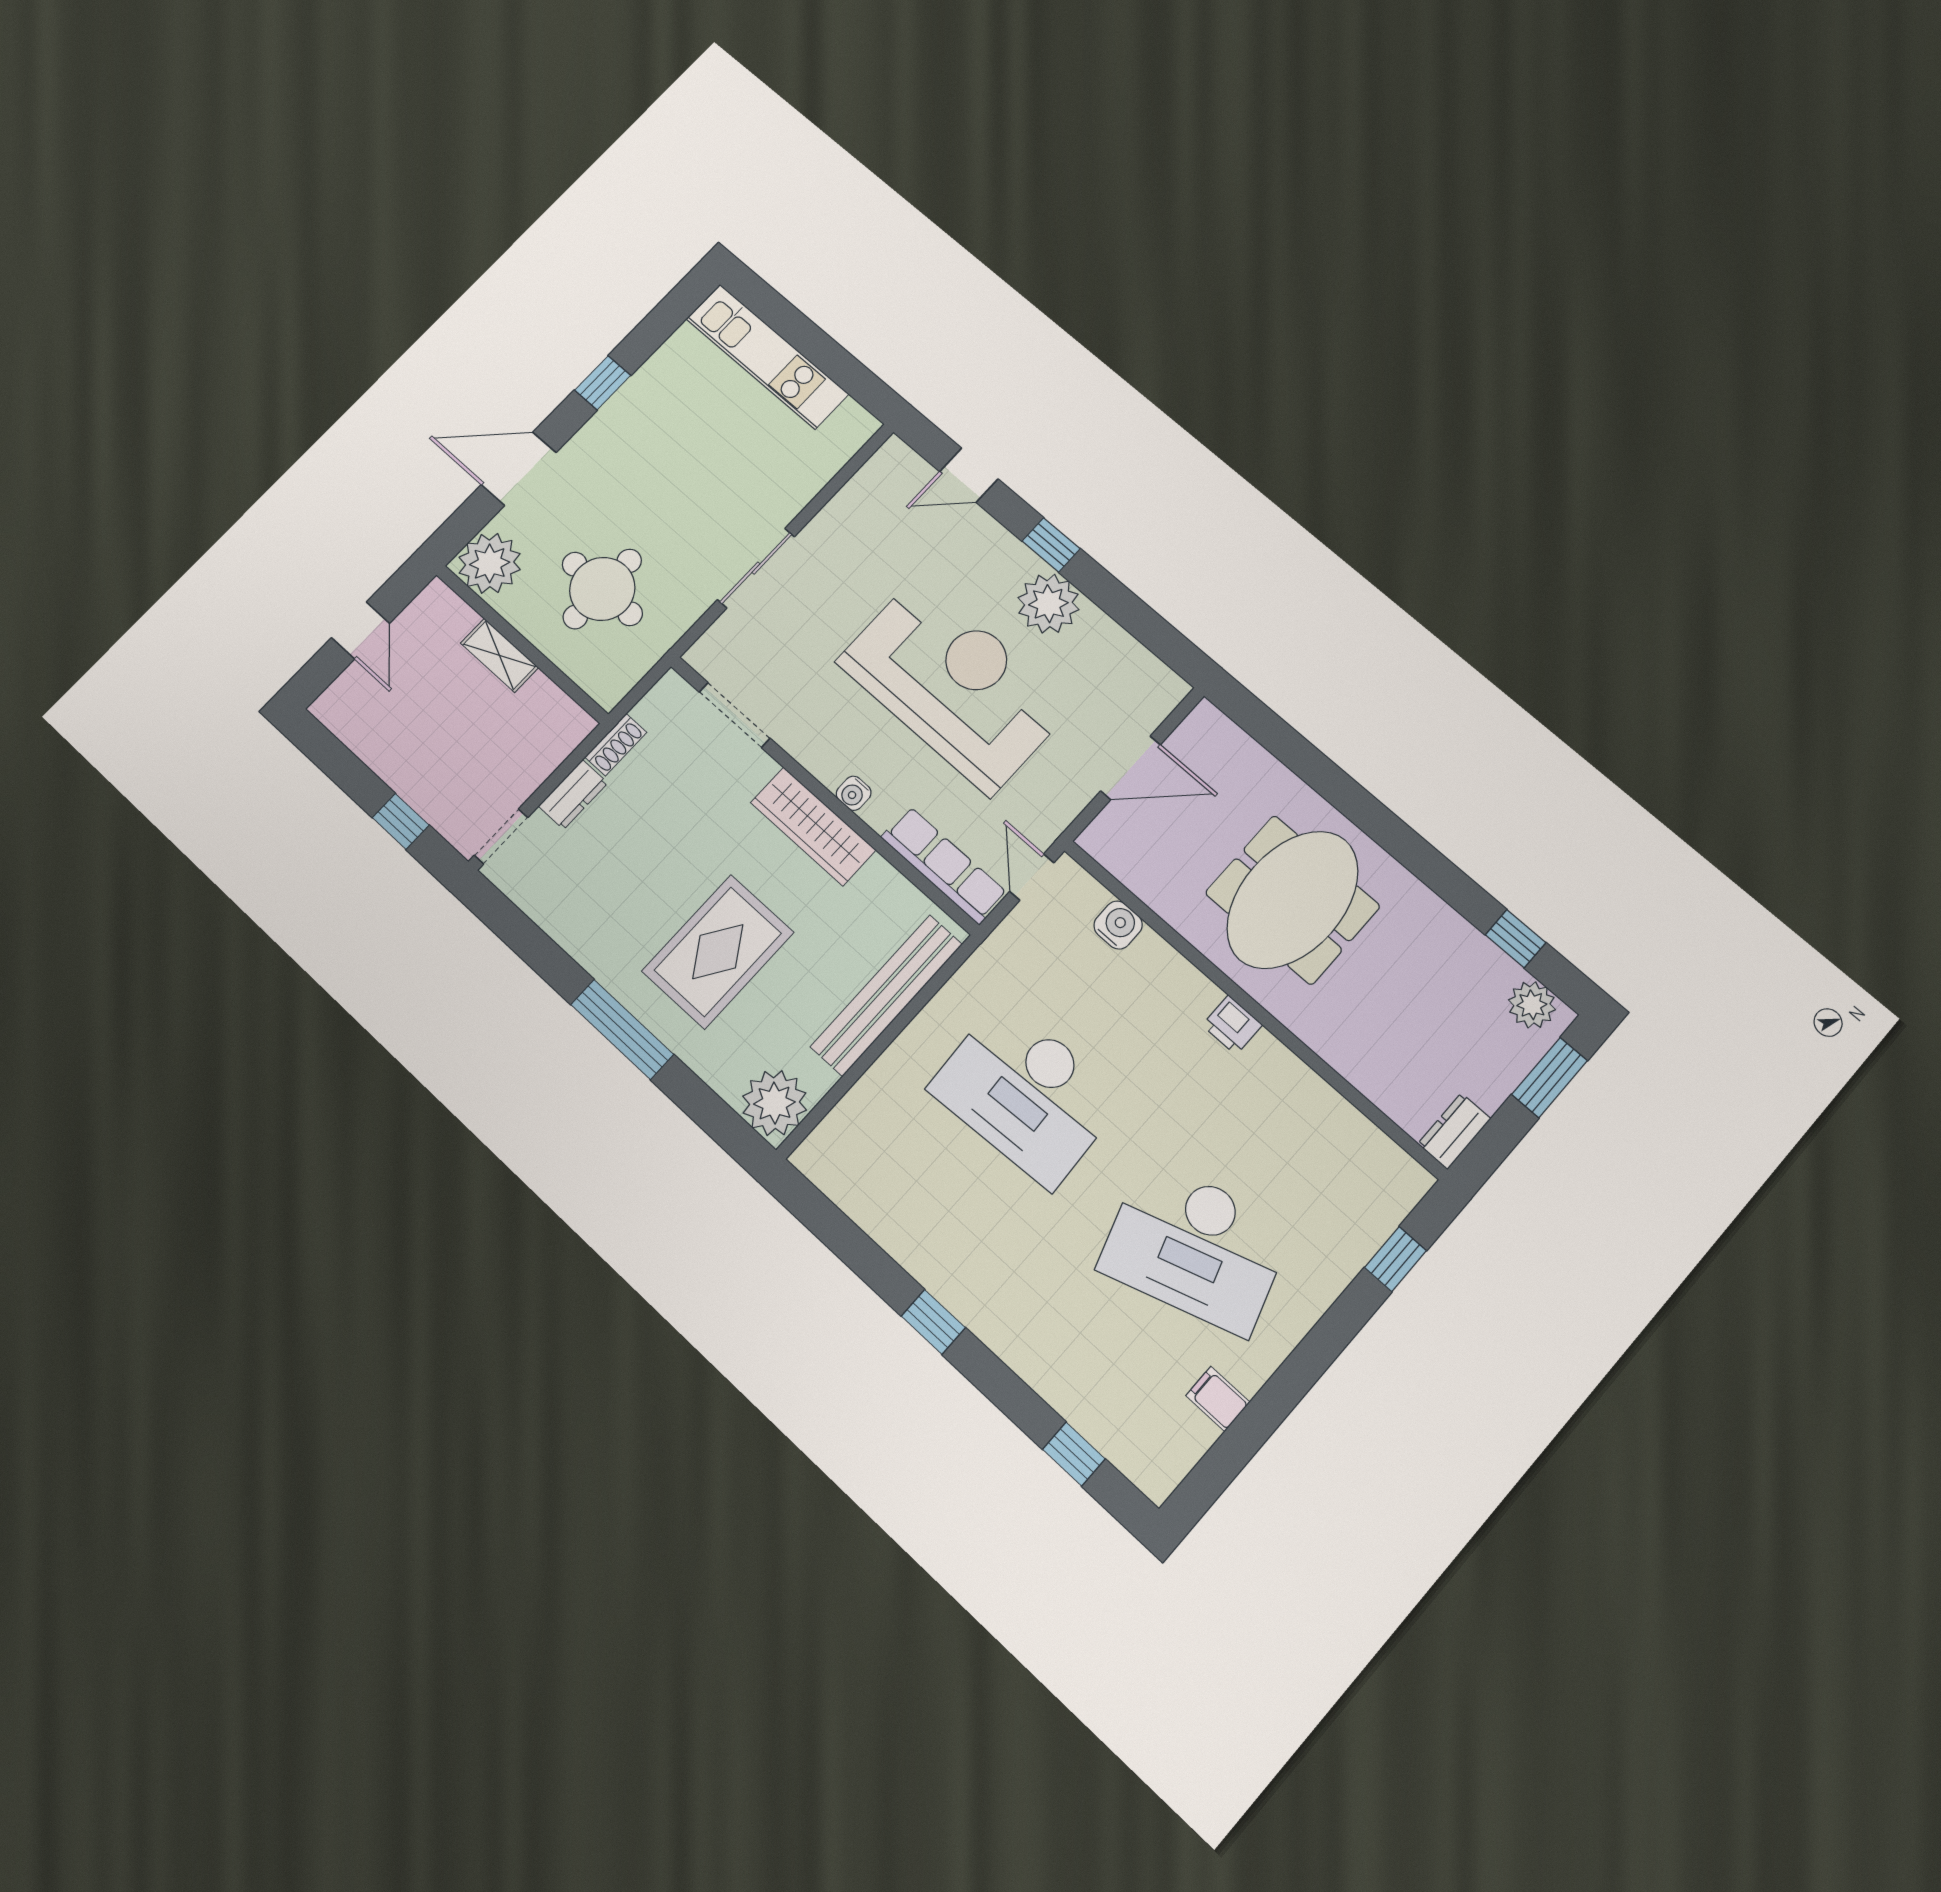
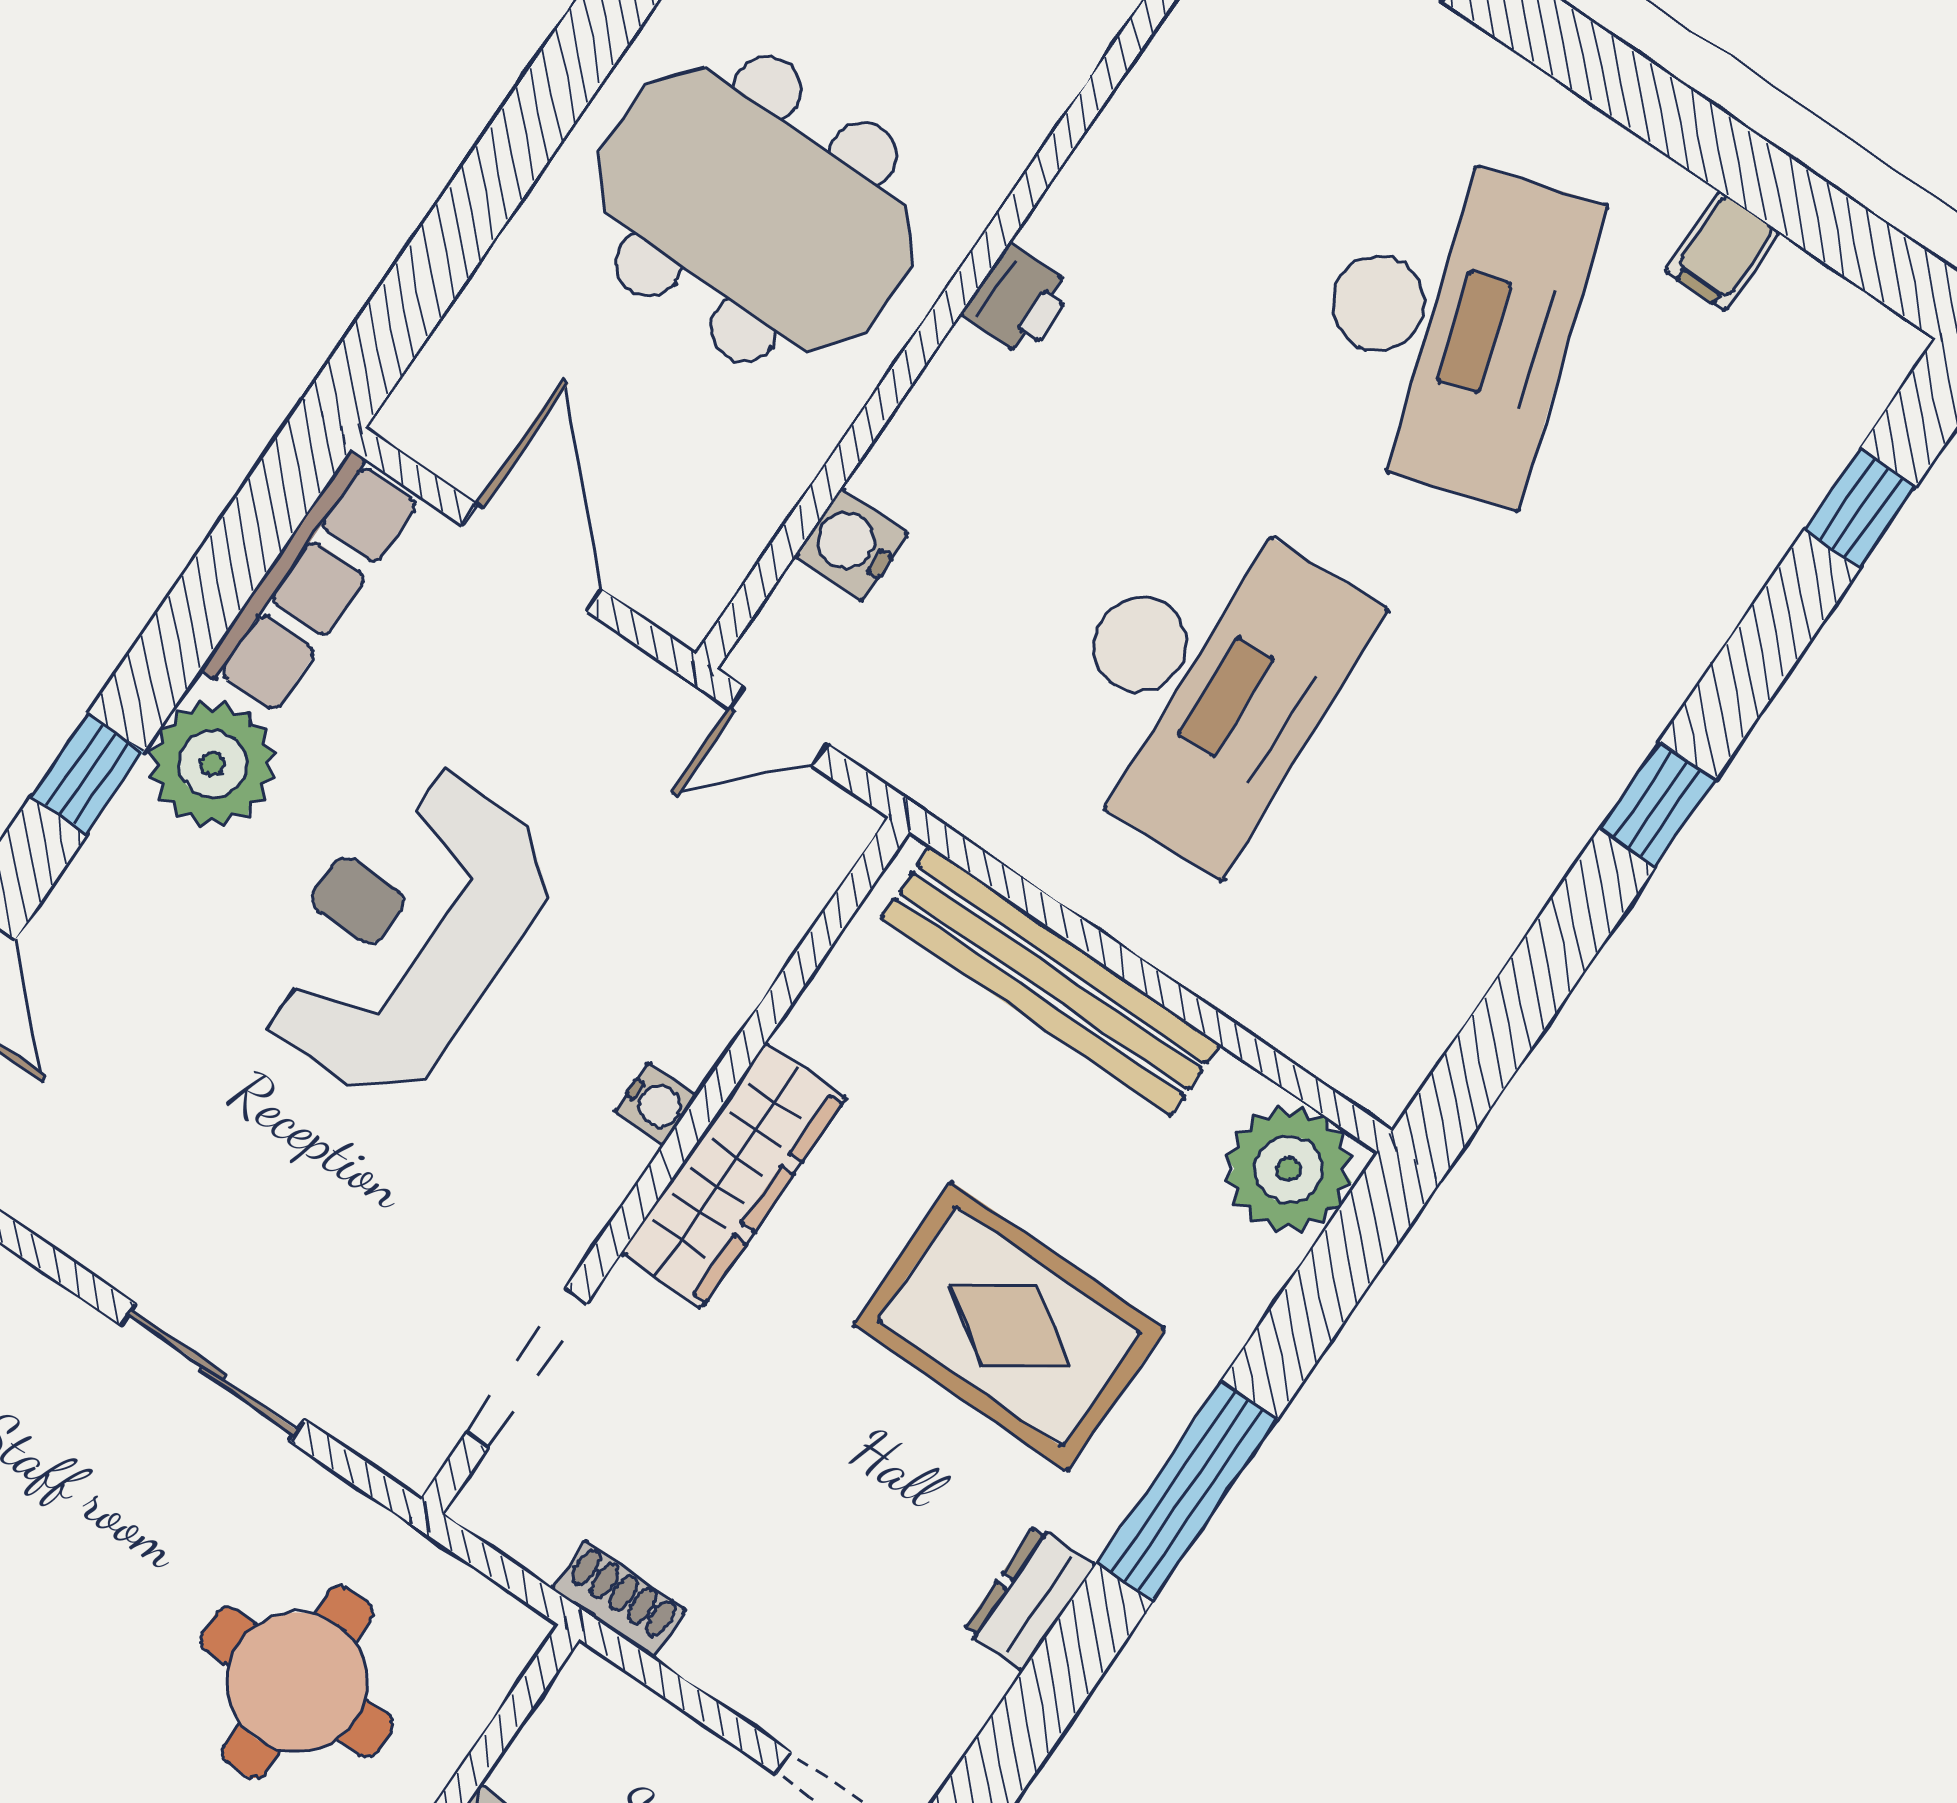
reception desk: (954, 684) -> (405, 933), width x0.74, depth x0.77
dresser: (573, 795) -> (1029, 1598), moved, turned -90
row of seats: (944, 865) -> (311, 583), moved, turned 180

